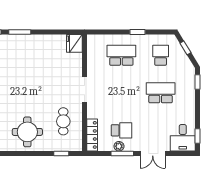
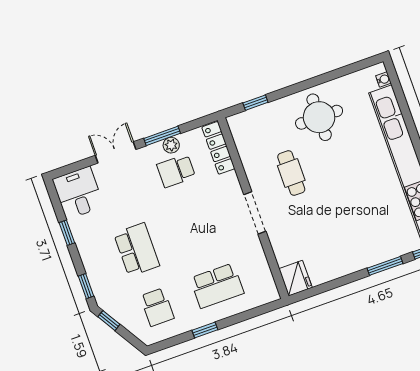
window: (185, 48) -> (109, 321), moved
school desk: (161, 93) -> (137, 250), turned -90
cafe table: (63, 121) -> (291, 173), moved
window: (198, 136) -> (67, 233), moved

